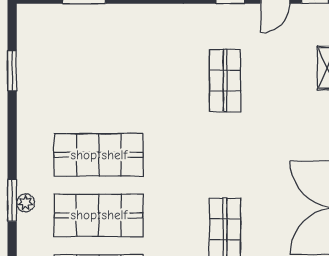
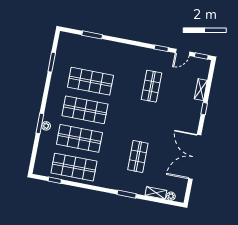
shop shelf: (99, 94) -> (90, 81), added

